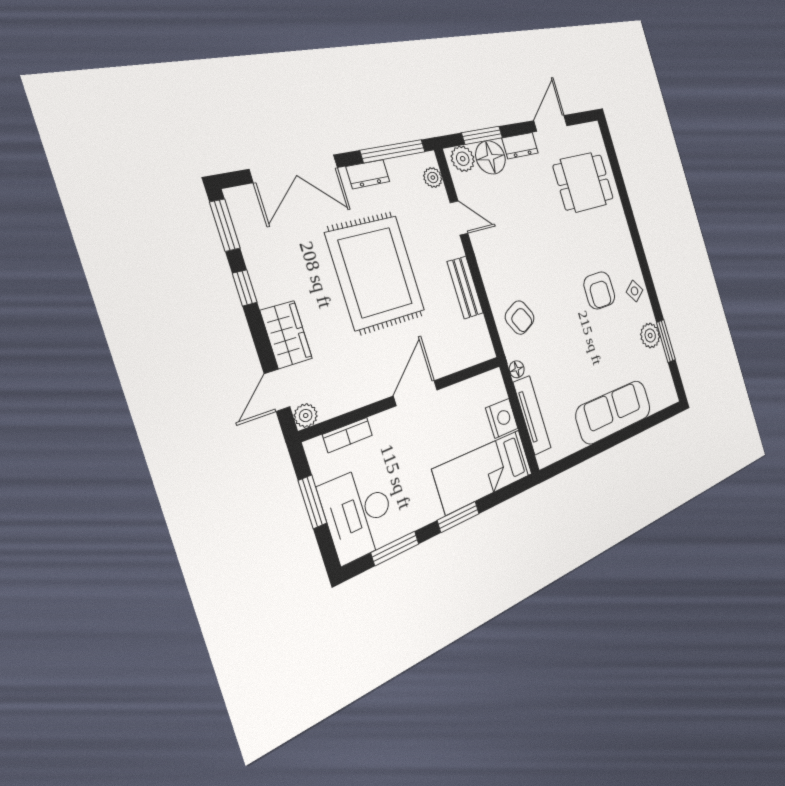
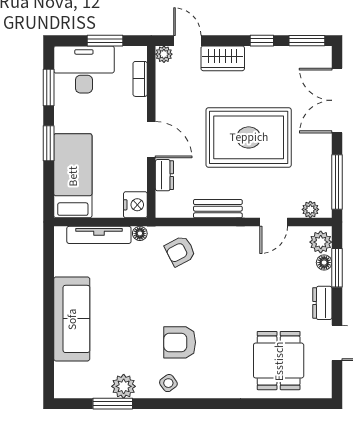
floor lamp: (491, 157) -> (324, 263), width x0.53, depth x0.53
dresser: (368, 174) -> (164, 175), moved, turned 180
nightstand: (502, 418) -> (135, 205), moved, turned -90

